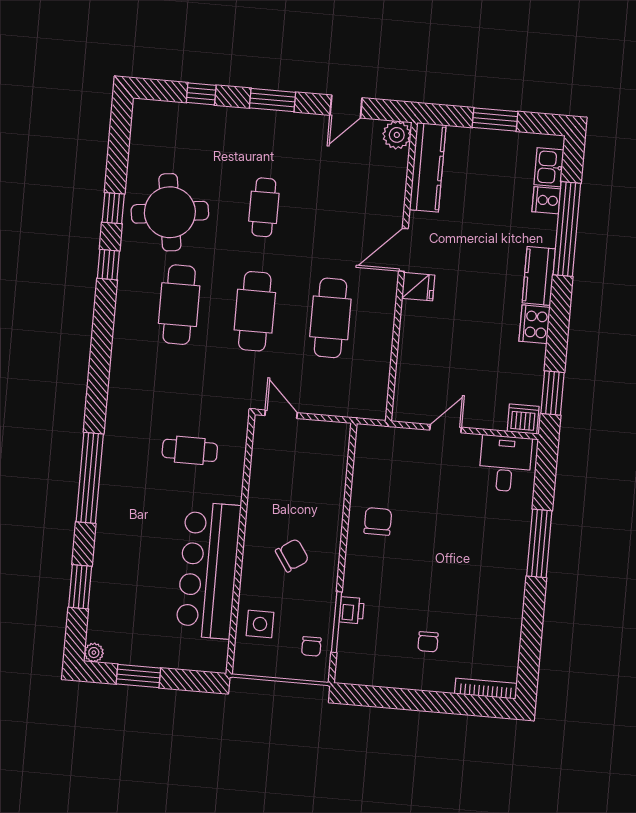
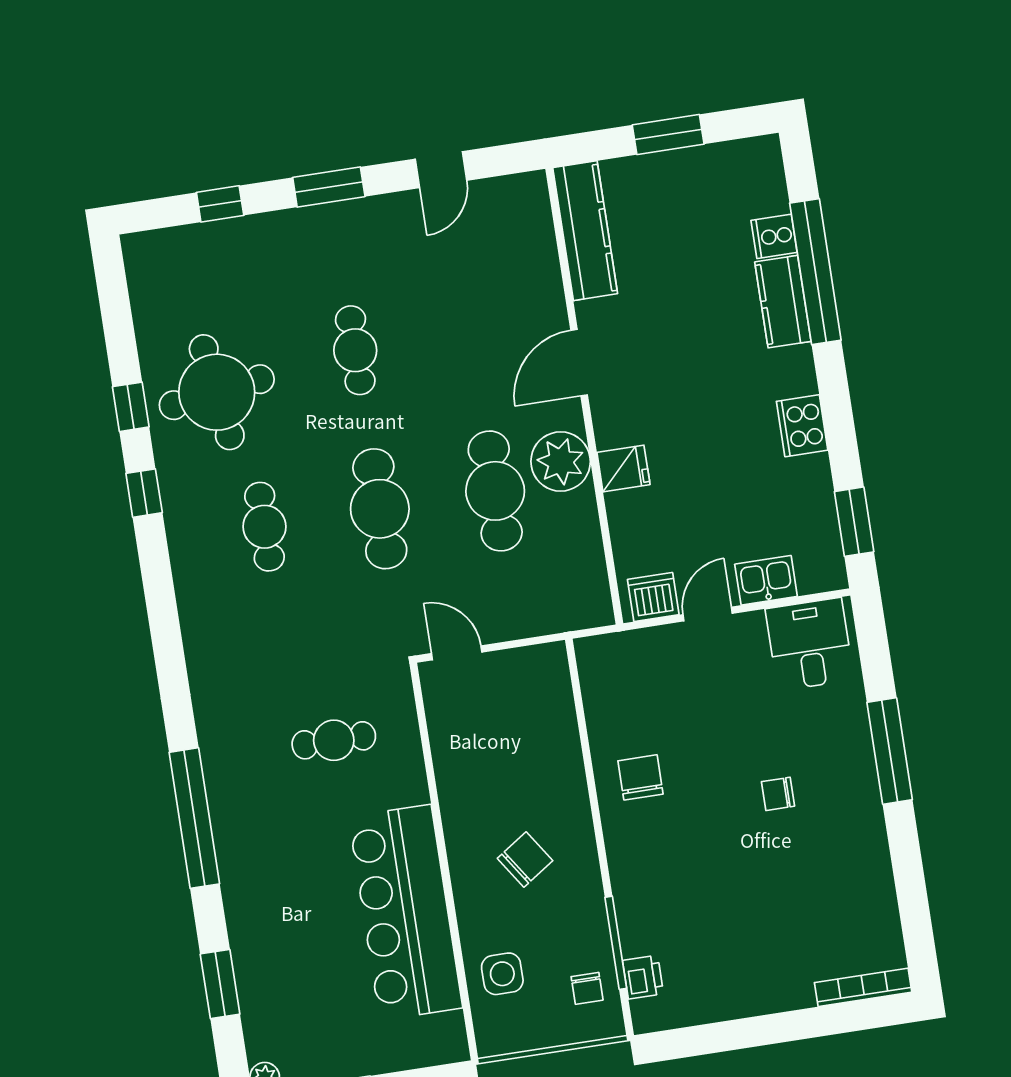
plant: (397, 135) -> (561, 462), moved, width x1.36, depth x1.36
kitchen sink: (549, 167) -> (766, 580), moved, turned 90
kitchen counter: (539, 276) -> (783, 302), moved
fridge: (418, 287) -> (623, 468), moved
cafe table: (179, 305) -> (264, 527), width x0.73, depth x0.74
dishwasher: (523, 419) -> (653, 597), moved
printer: (352, 610) -> (643, 977), moved
chair: (428, 642) -> (778, 794), moved, turned 90

